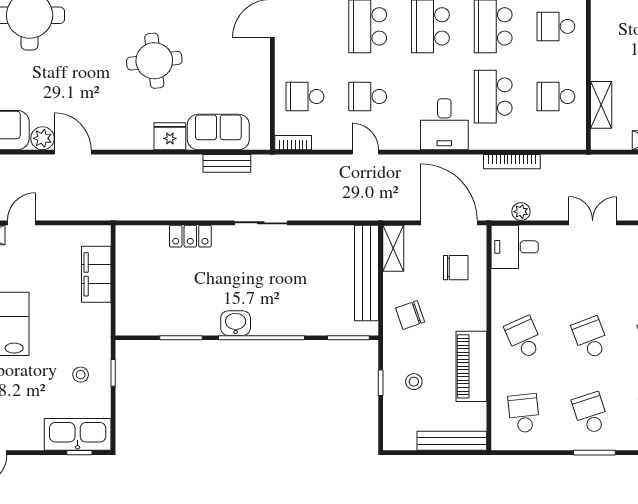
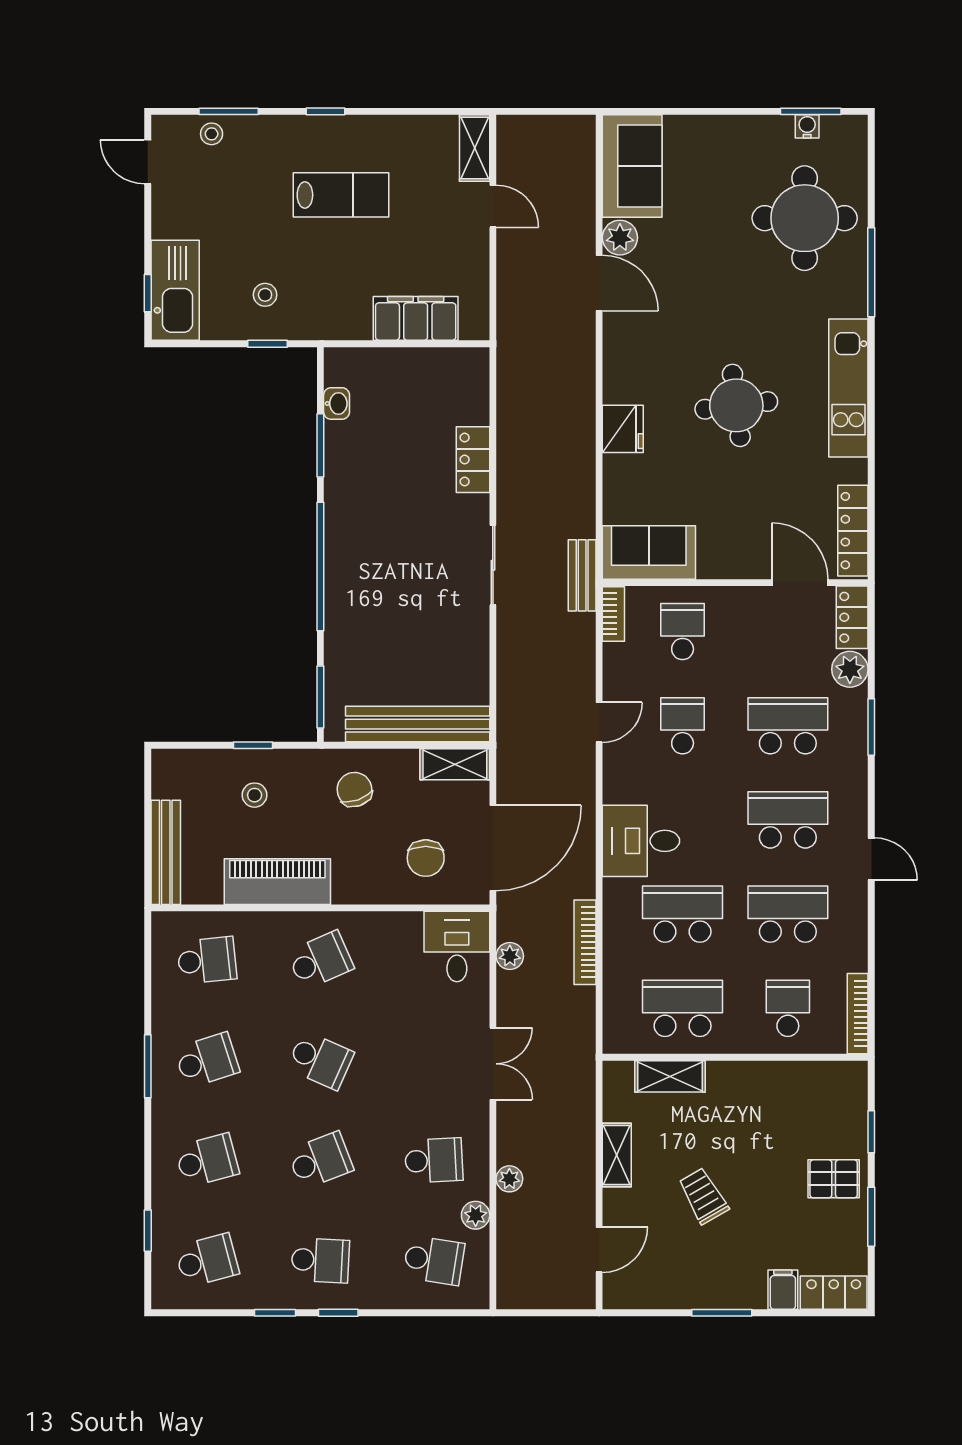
school desk: (556, 97) -> (683, 1008), width x1.85
sofa: (218, 132) -> (649, 552), moved, turned -90
door: (73, 152) -> (599, 283), hinge flipped
bench: (227, 163) -> (582, 575), moved
washbasin: (236, 323) -> (337, 403), moved, width x0.72, depth x0.69
school desk: (590, 338) -> (320, 1060), turned 45

